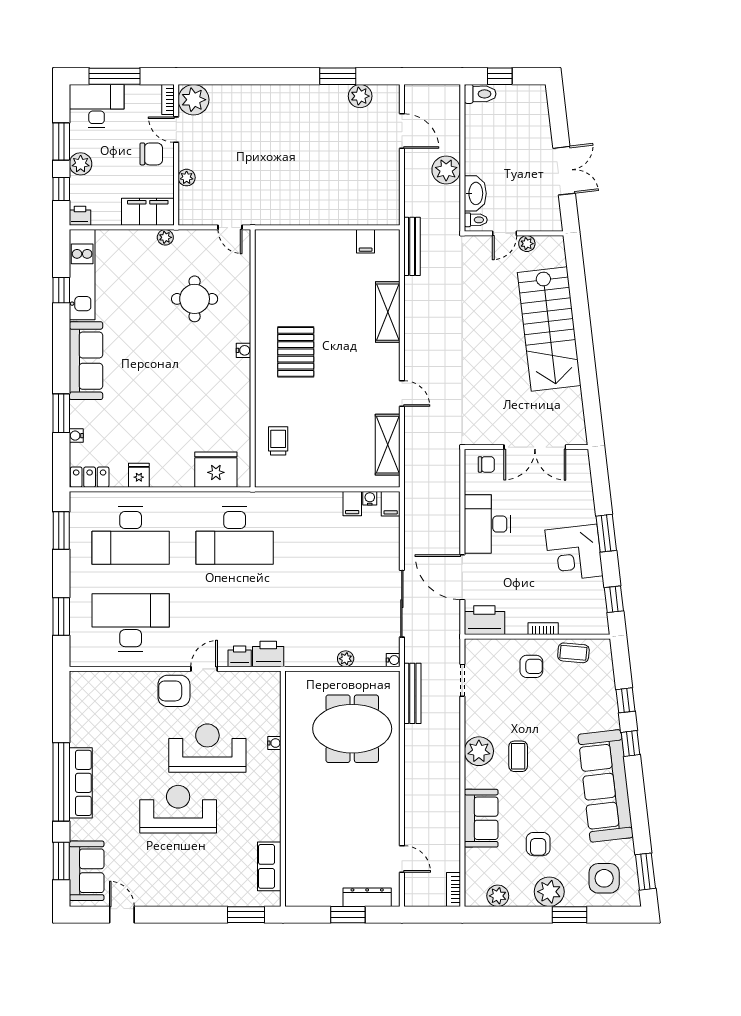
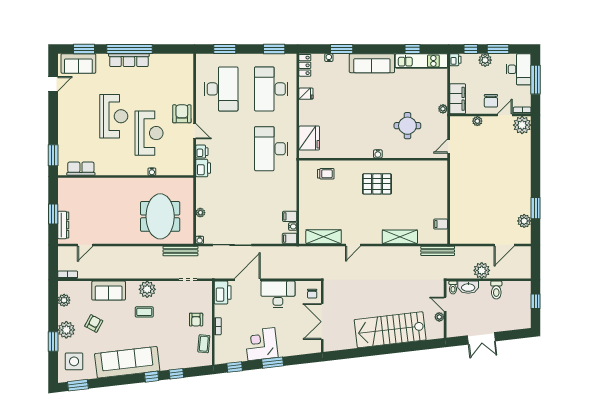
toilet: (480, 94) -> (496, 290), moved
armchair: (538, 844) -> (94, 323), turned 118

